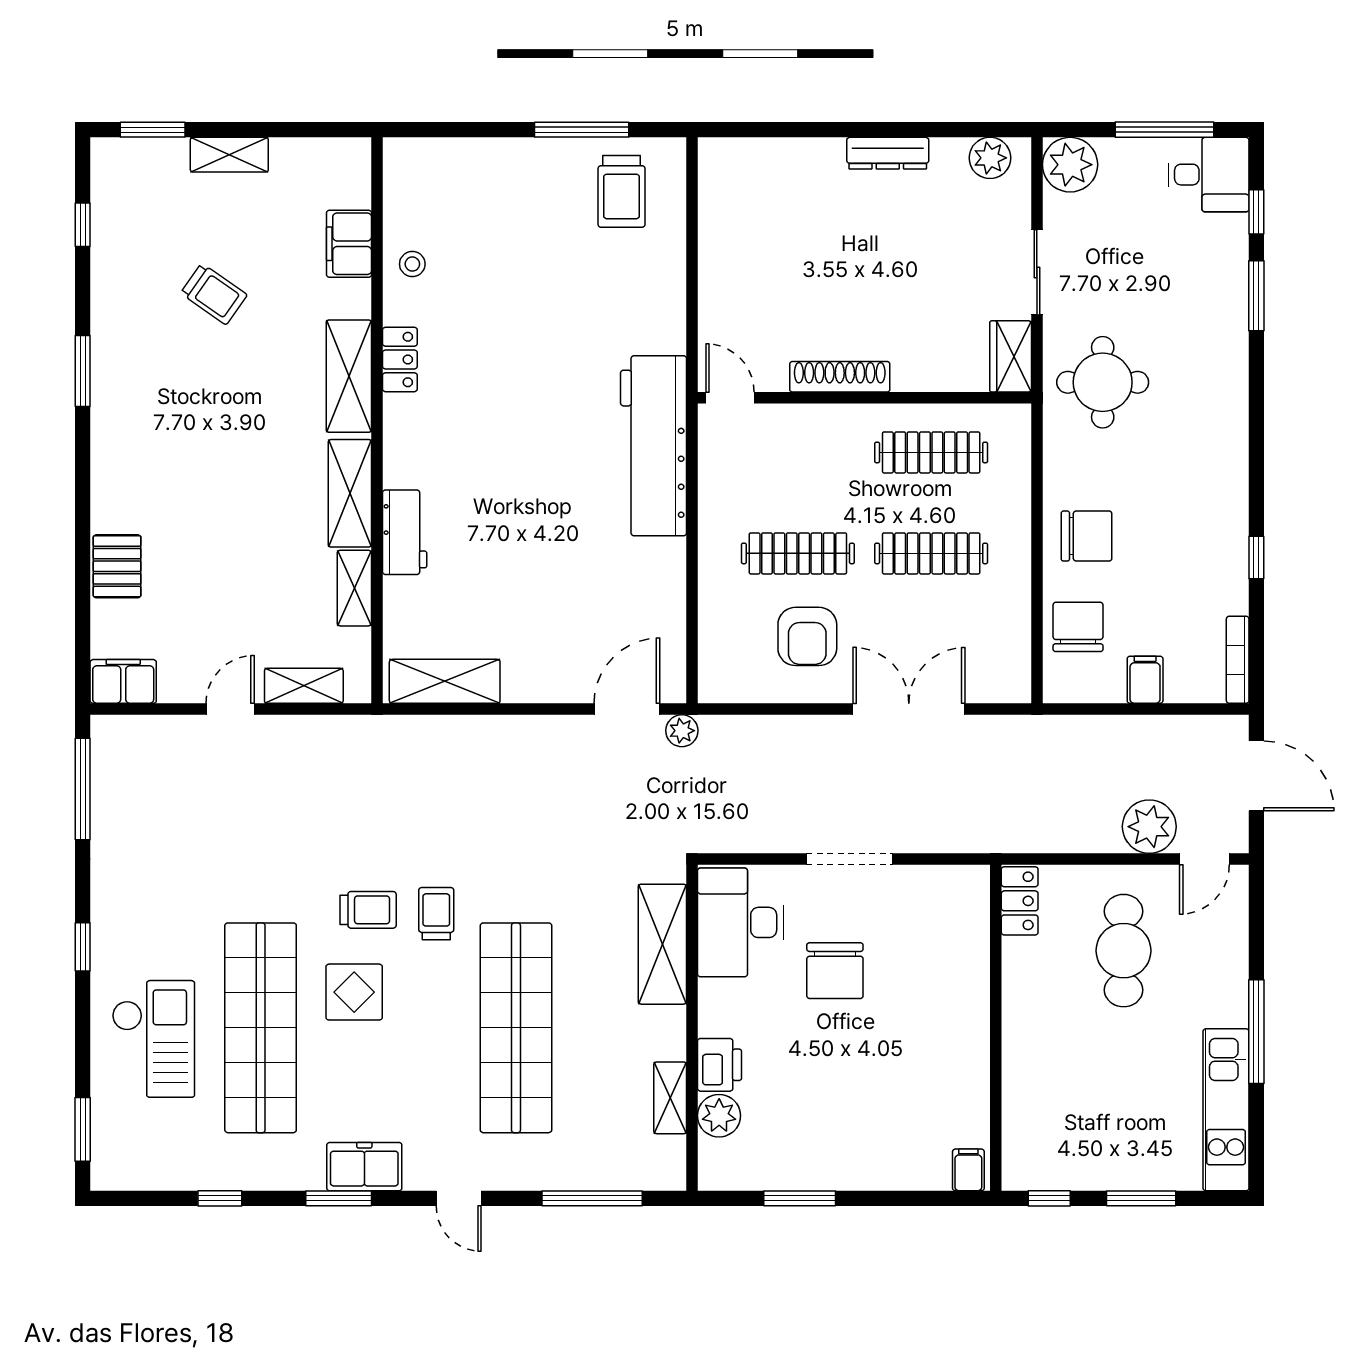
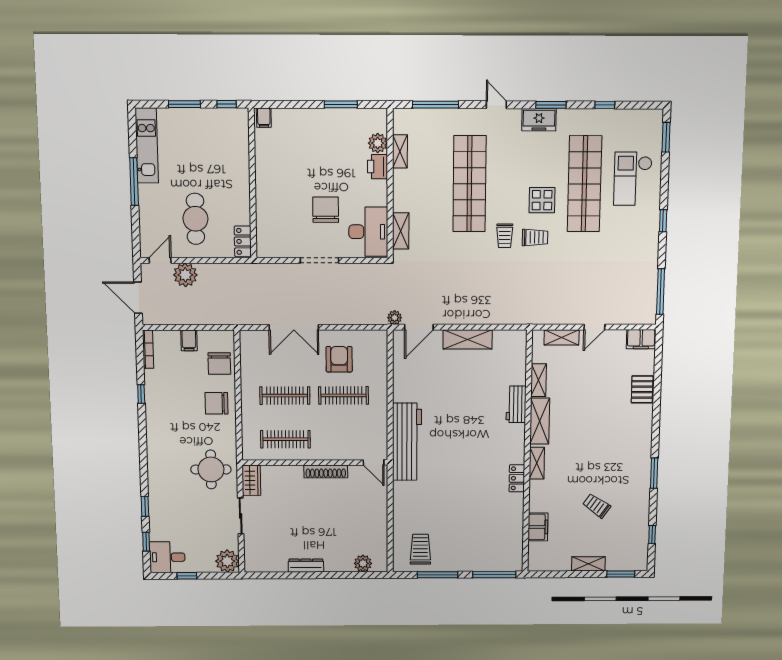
window: (449, 130) -> (494, 575), added
window: (1164, 130) -> (187, 576), width x0.46
plant: (990, 158) -> (363, 563), moved
stool: (412, 264) -> (511, 519), removed
window: (1256, 296) -> (145, 506), width x0.67
shelving: (349, 376) -> (537, 463), width x0.67, depth x0.75
shelving: (445, 681) -> (467, 339), moved
trolley: (368, 910) -> (535, 237), turned 180
shelving: (662, 944) -> (401, 231), width x0.67, depth x0.75

